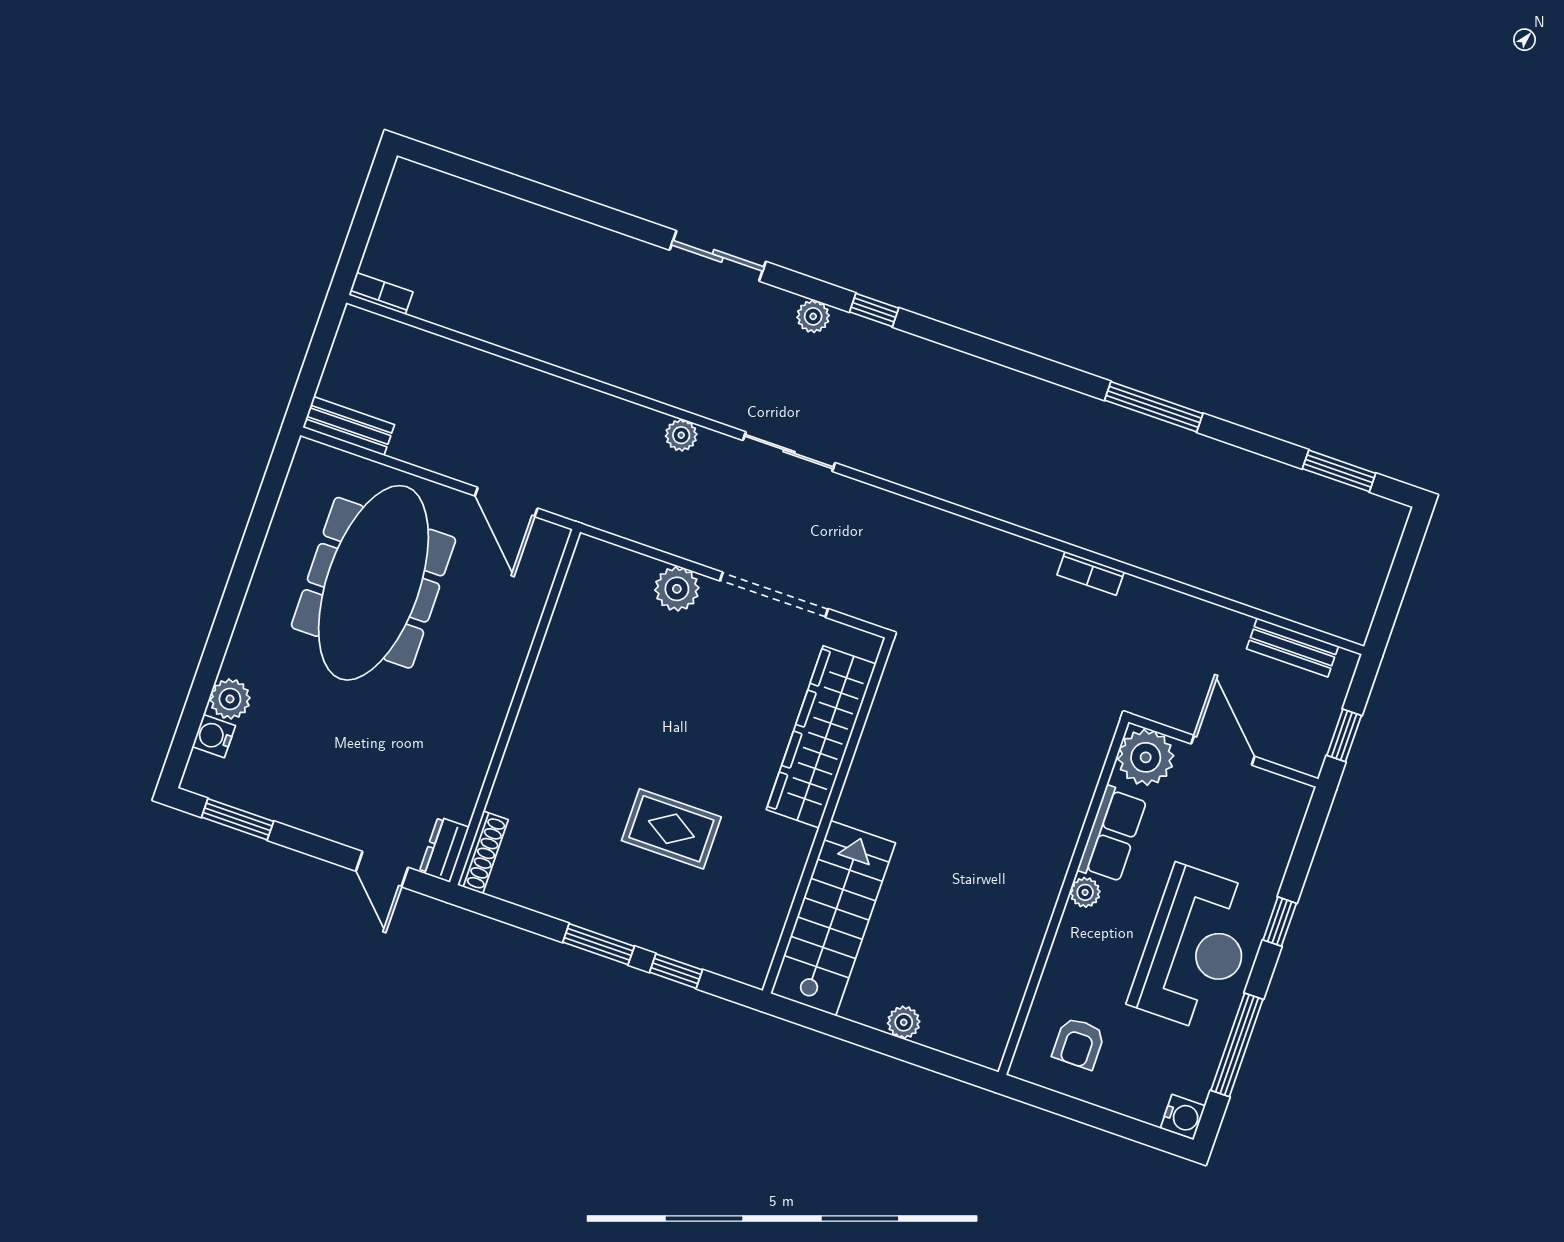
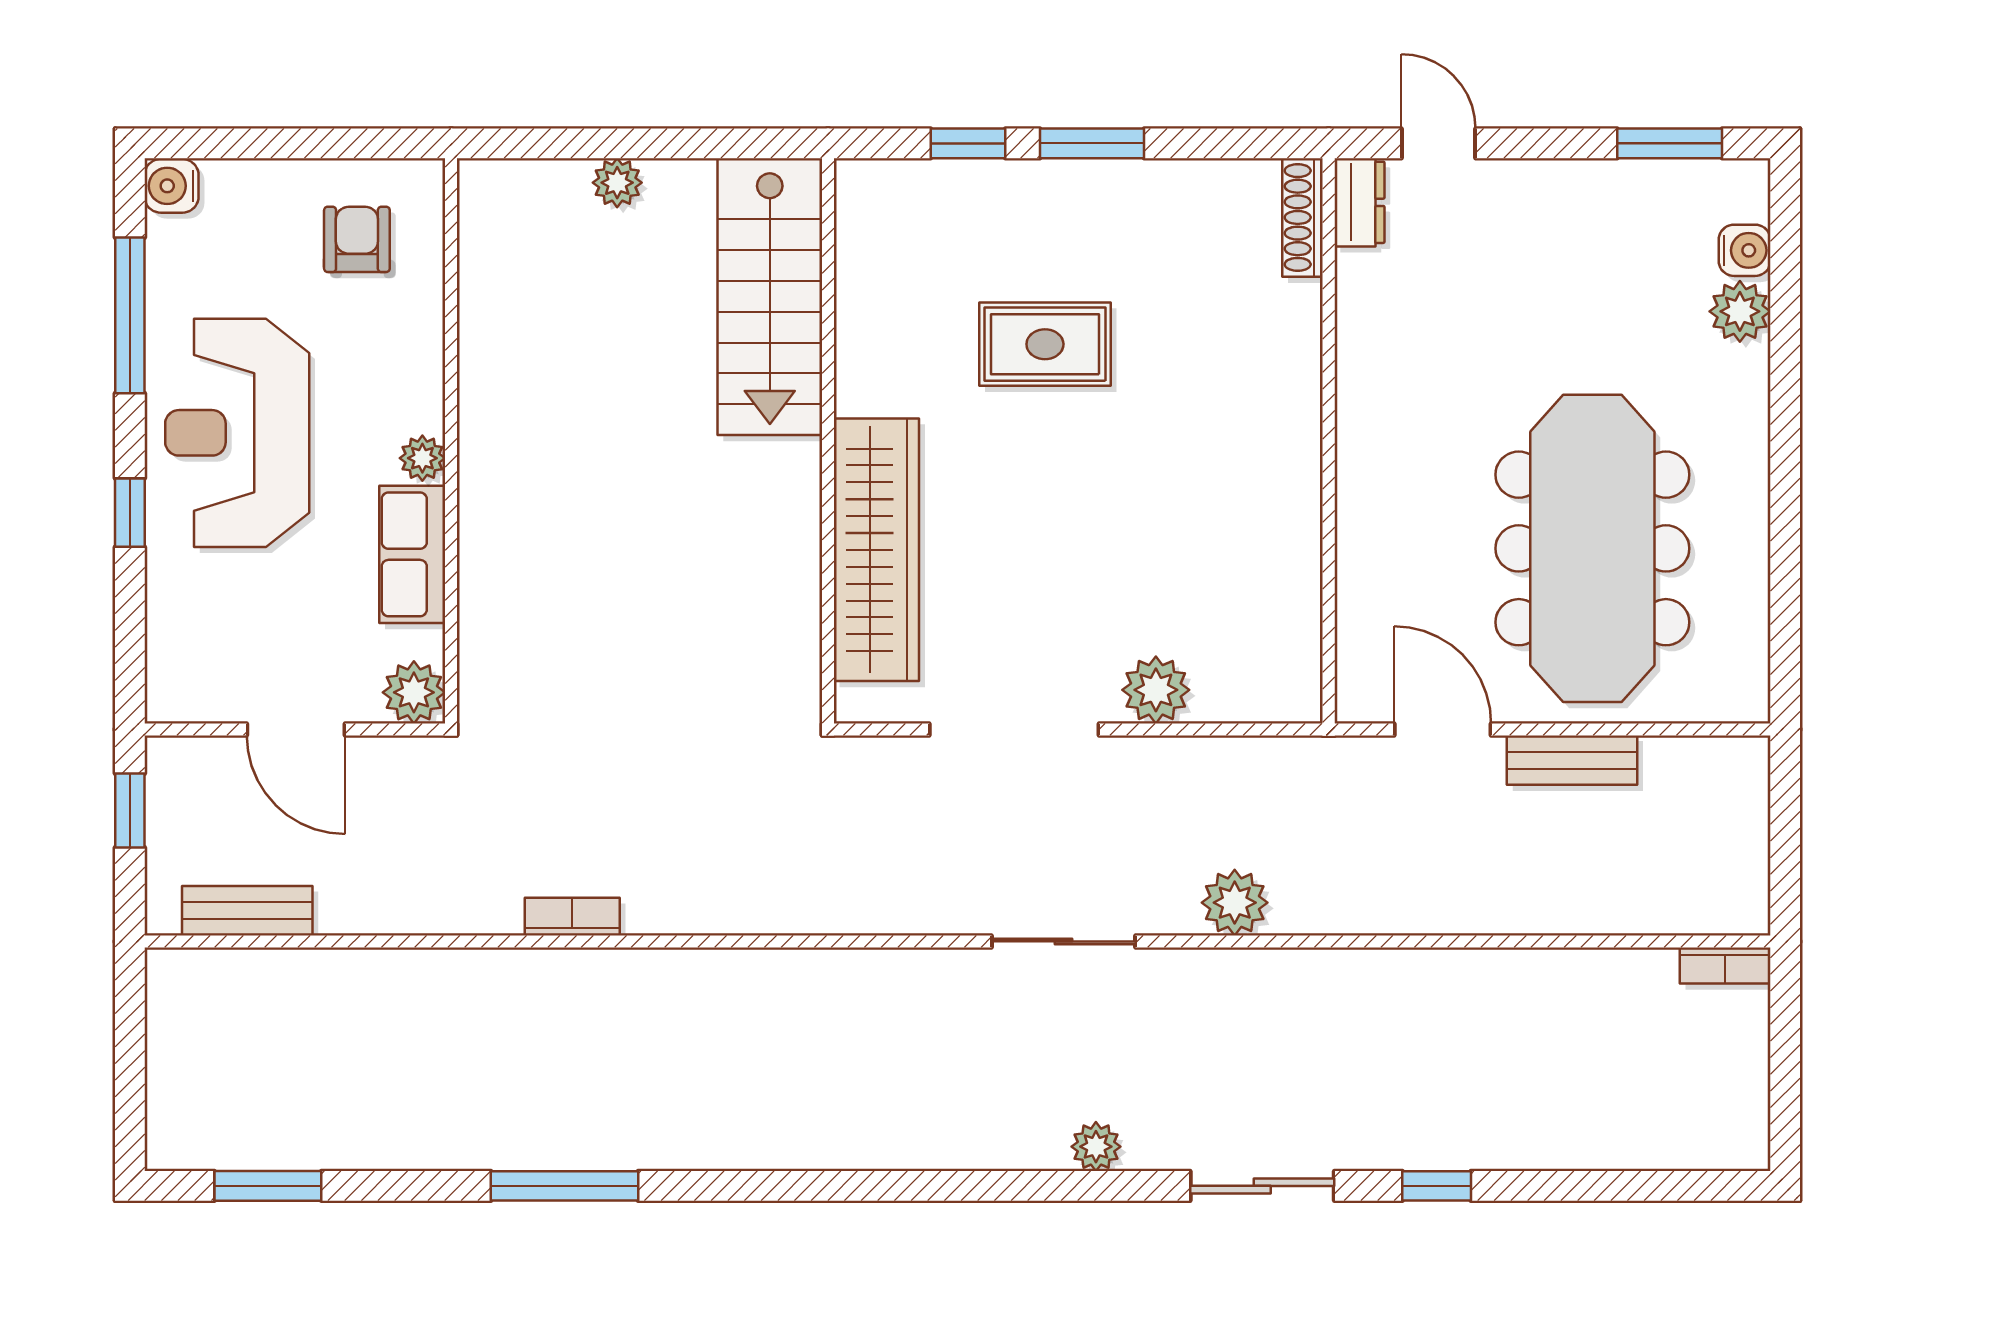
window: (874, 310) -> (1437, 1186), moved
bench: (349, 426) -> (1572, 760), moved
plant: (681, 435) -> (1235, 903), width x1.38, depth x1.38
plant: (1146, 757) -> (414, 692), width x0.73, depth x0.73

